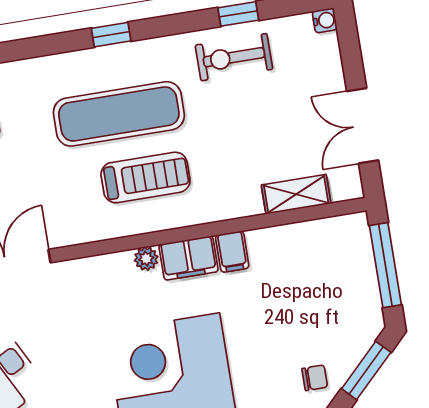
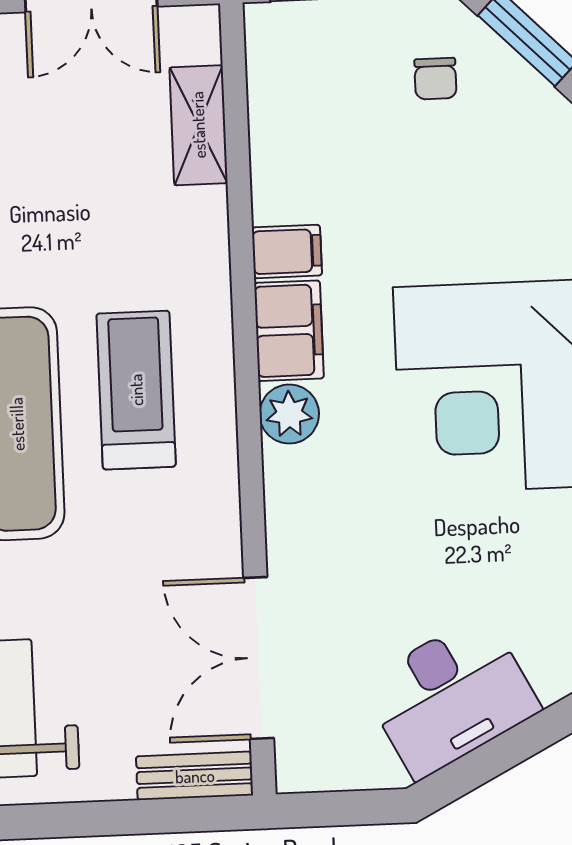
plant: (146, 259) -> (289, 414), width x1.38, depth x1.38
chair: (315, 378) -> (435, 79), moved, turned 180

